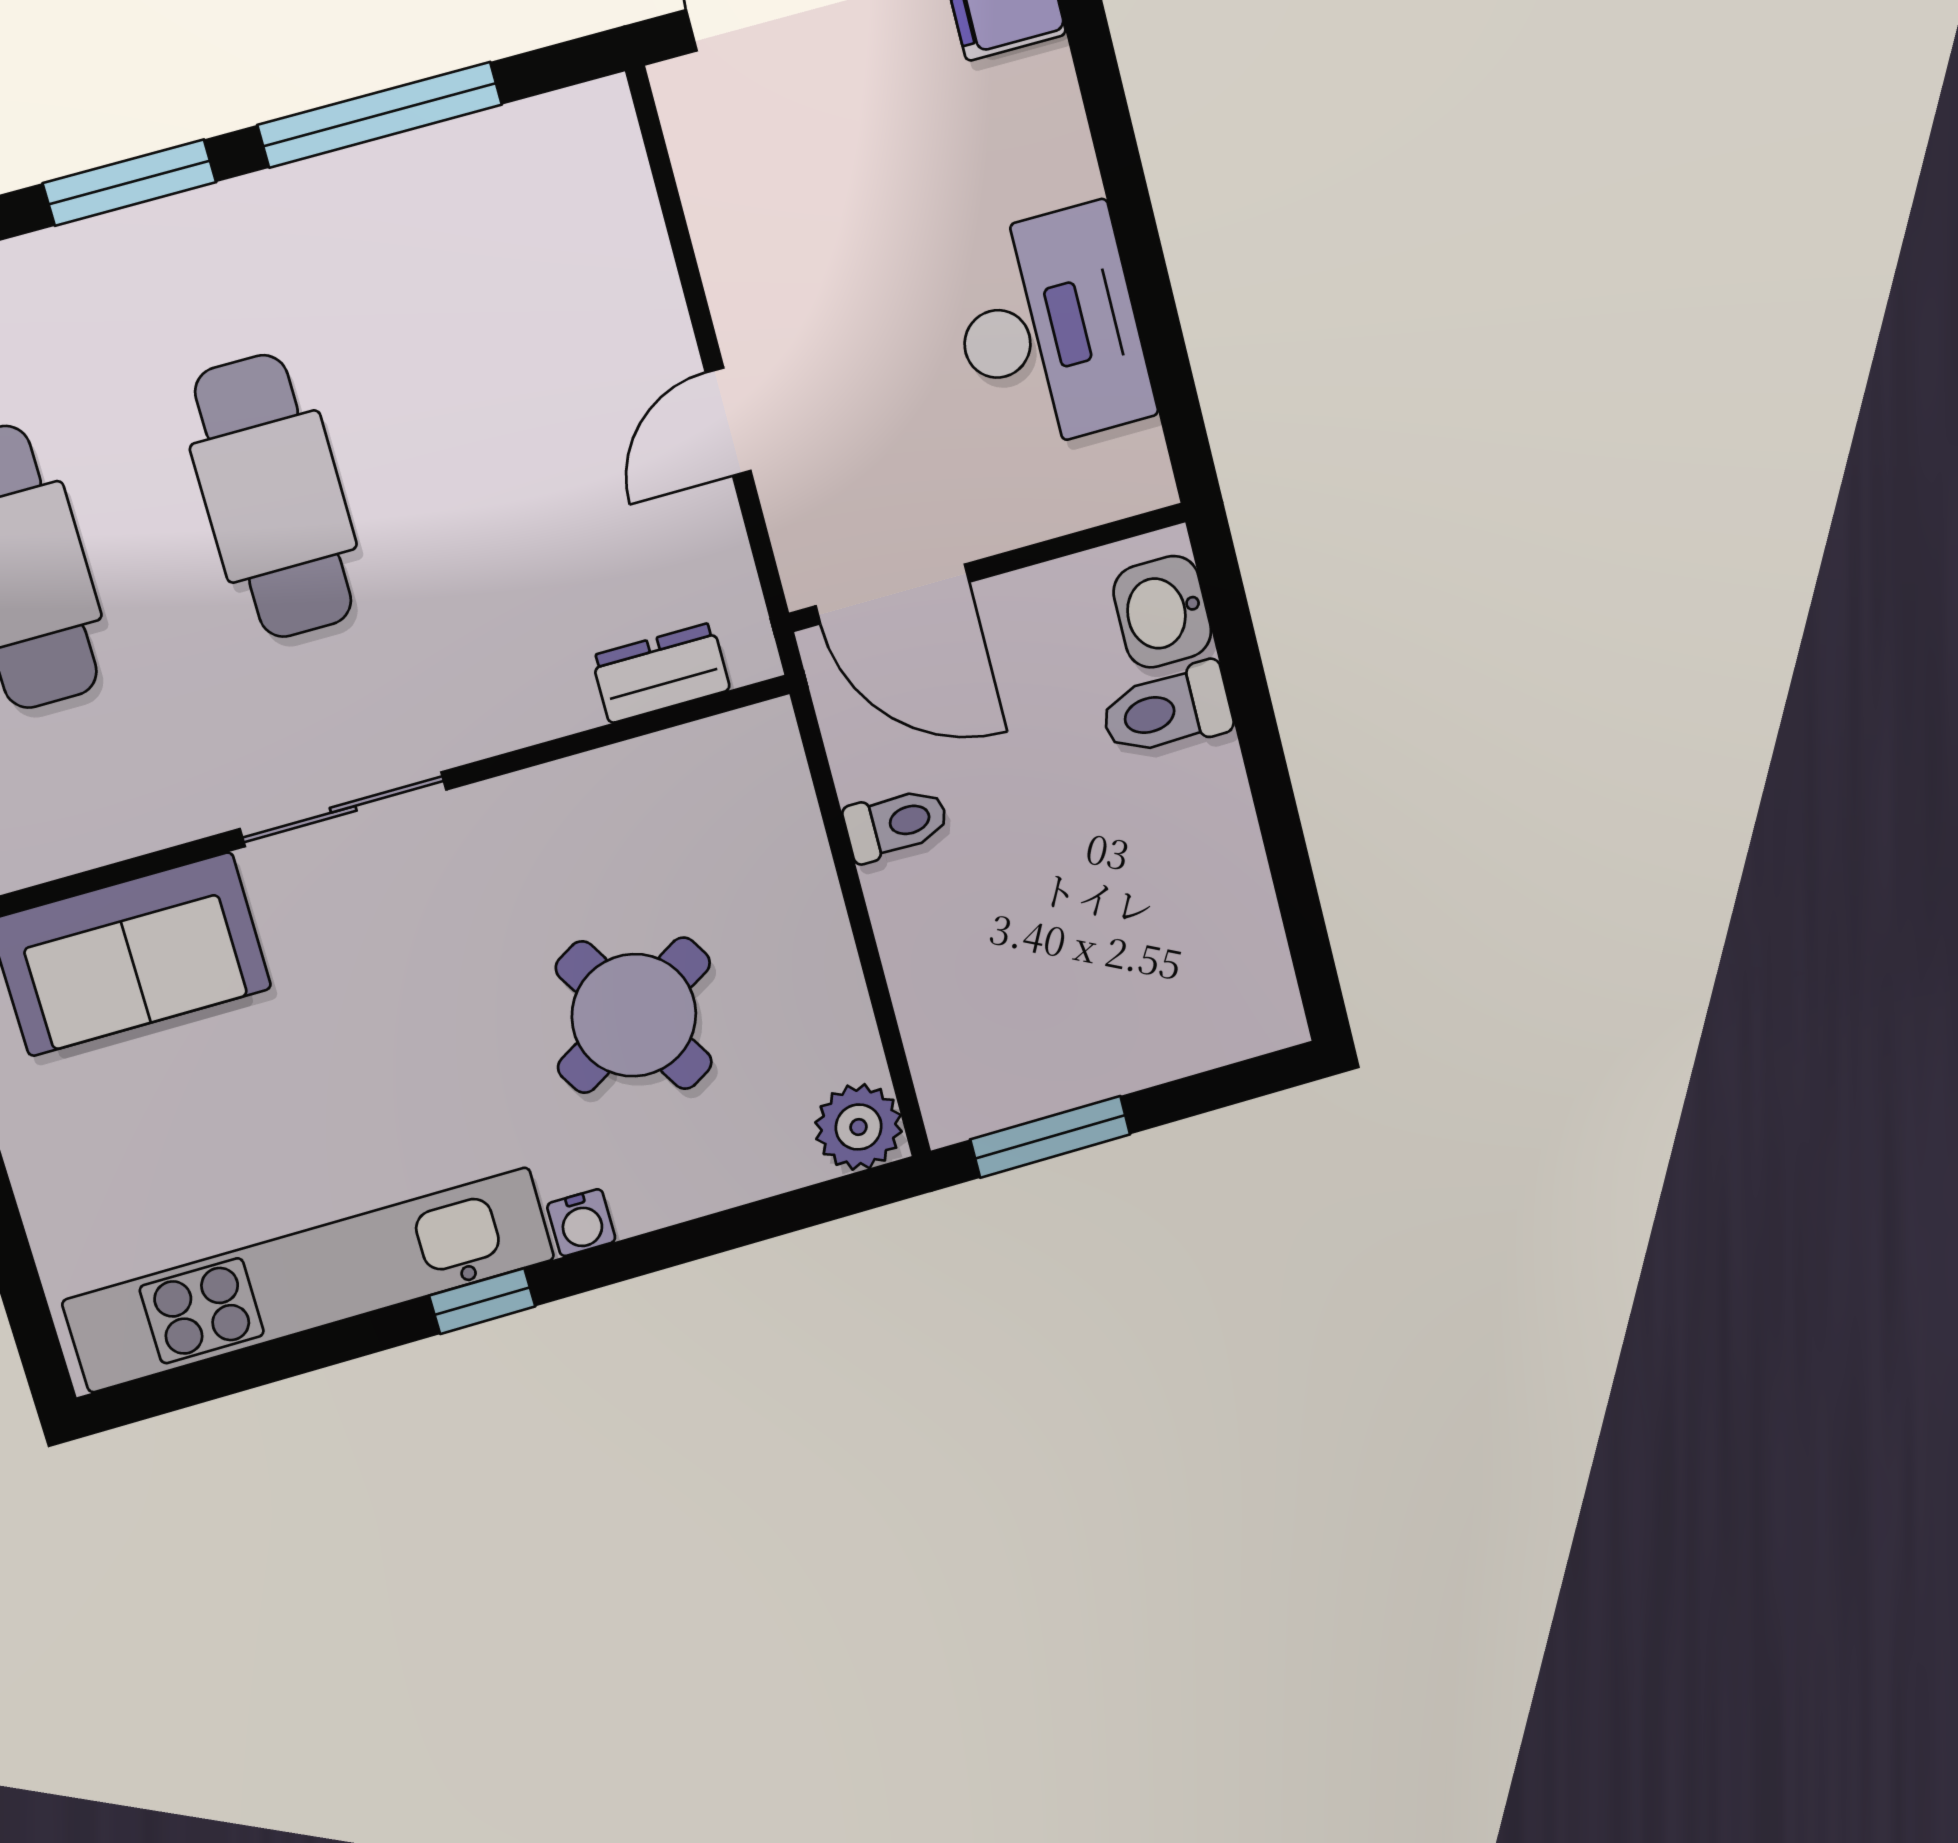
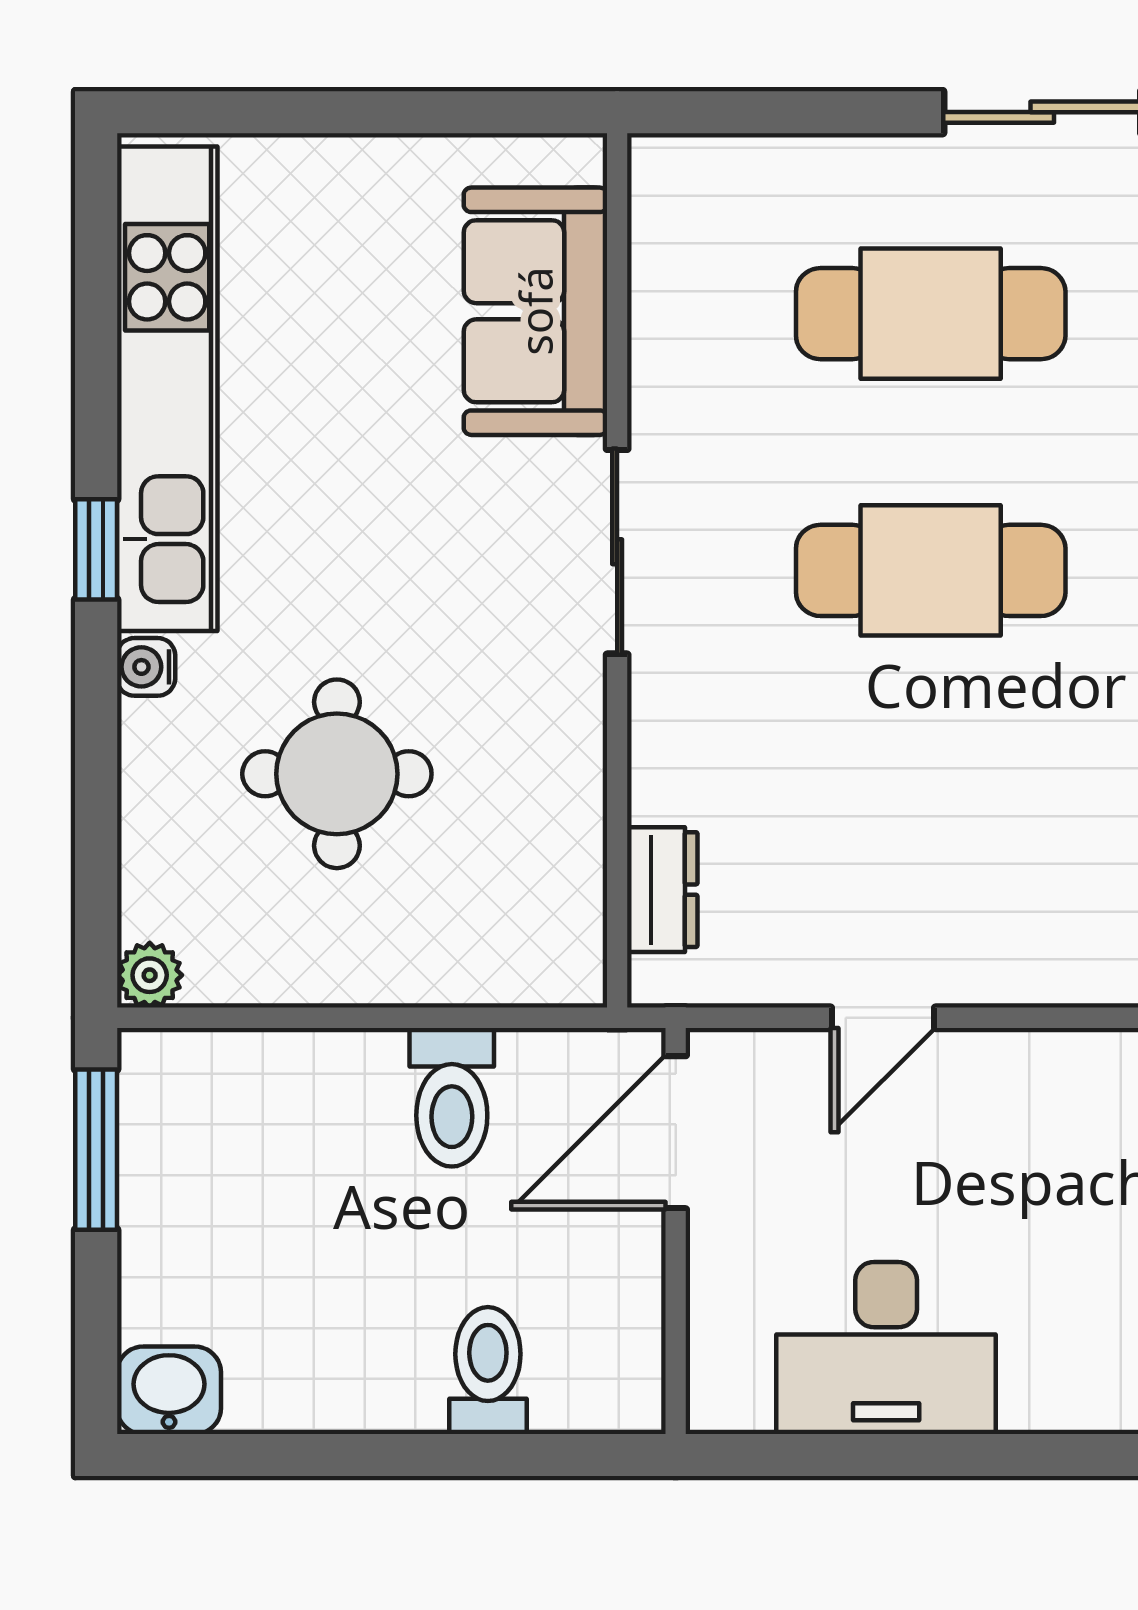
door: (728, 422) -> (883, 1018), swing flipped
washbasin: (1162, 612) -> (169, 1390), moved
toilet: (896, 824) -> (452, 1097), width x1.37, depth x1.39
round table: (634, 1015) -> (337, 774), turned 31
plant: (859, 1127) -> (150, 975), width x0.73, depth x0.73

